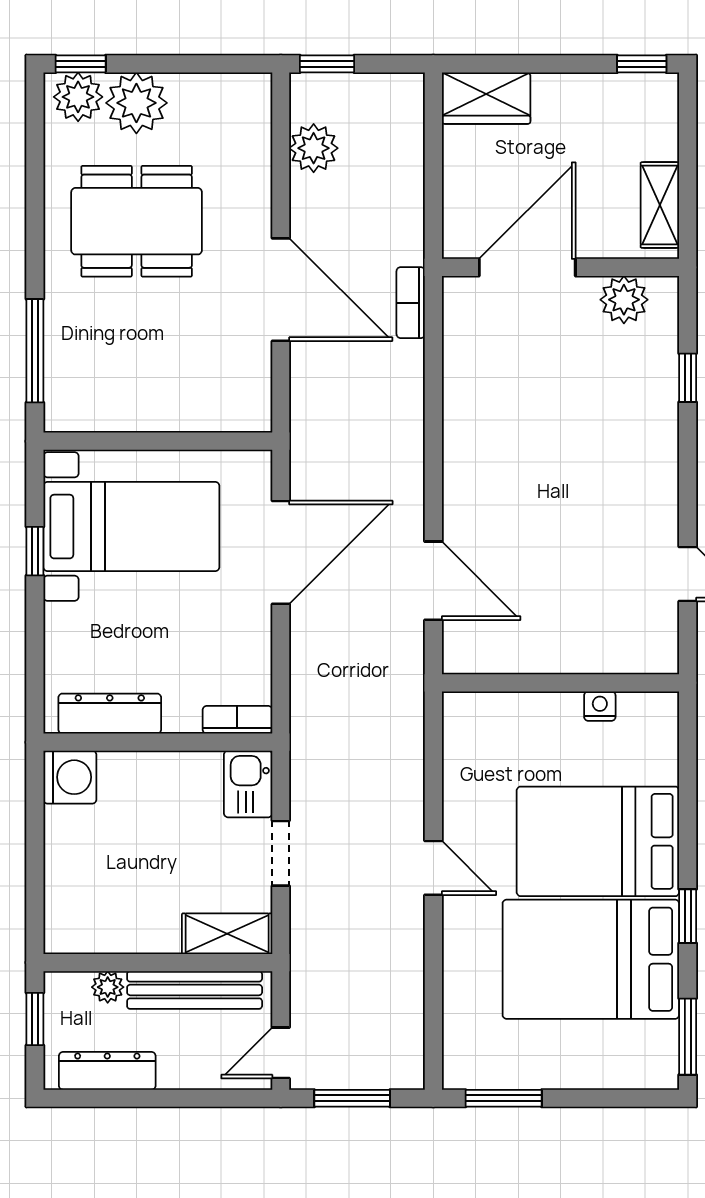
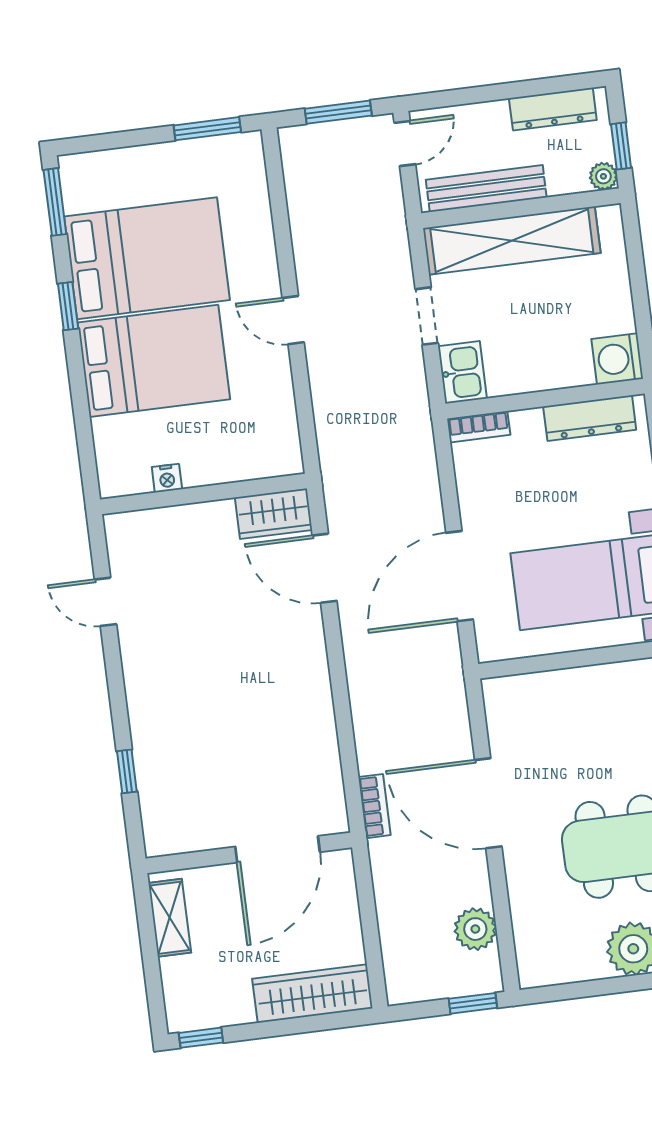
wardrobe: (486, 98) -> (312, 994), width x1.50
plant: (624, 300) -> (190, 832), removed
wardrobe: (484, 650) -> (274, 514), added
shelving: (227, 934) -> (512, 241), width x2.20, depth x1.33
plant: (108, 987) -> (603, 176), moved

